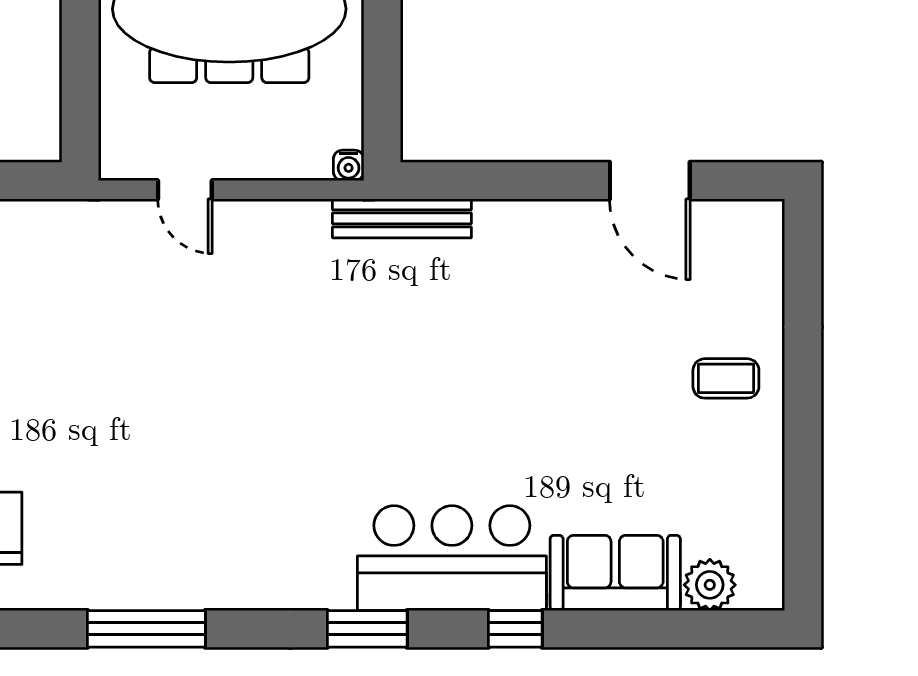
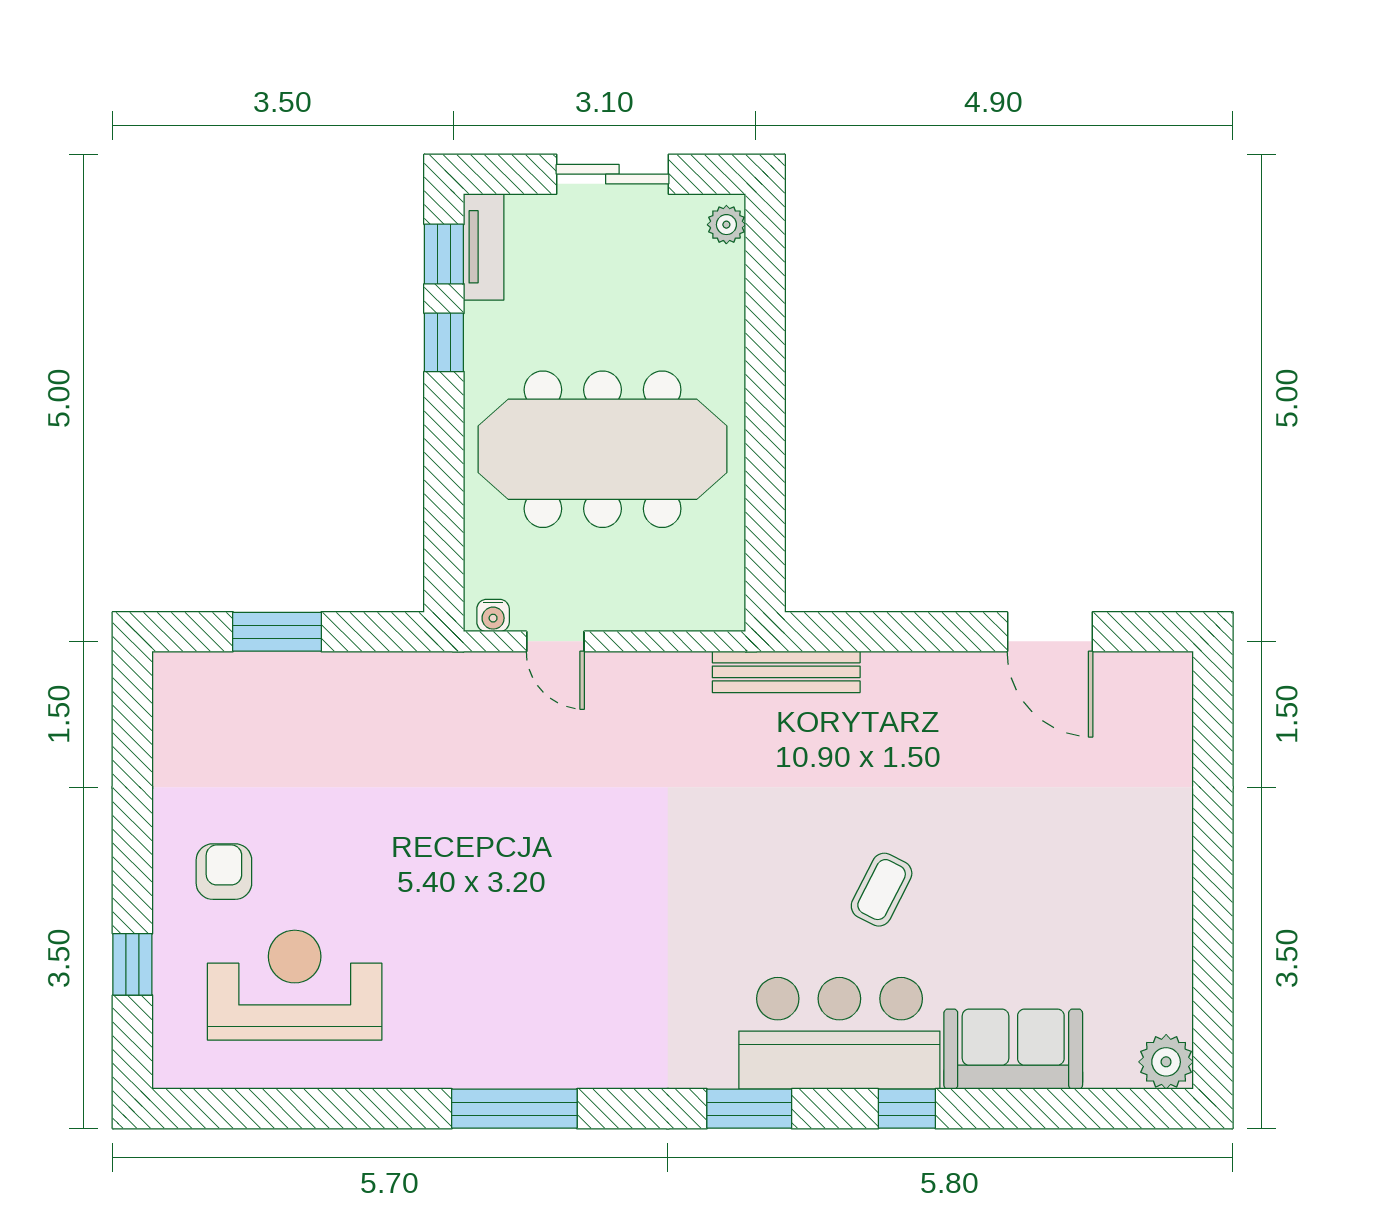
water cooler: (349, 165) -> (493, 616), moved
coffee table: (726, 378) -> (882, 890), moved, turned -63
plant: (710, 585) -> (1166, 1062), moved

